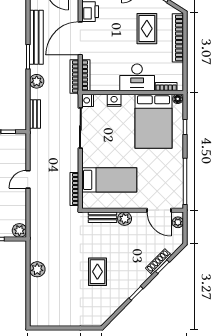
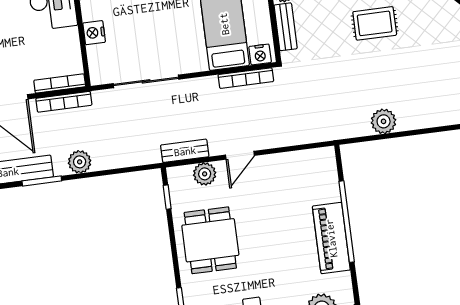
nightstand: (88, 100) -> (260, 54), moved
bench: (35, 114) -> (185, 151), moved
door: (28, 179) -> (240, 155), hinge flipped
plant: (19, 230) -> (205, 174), moved

